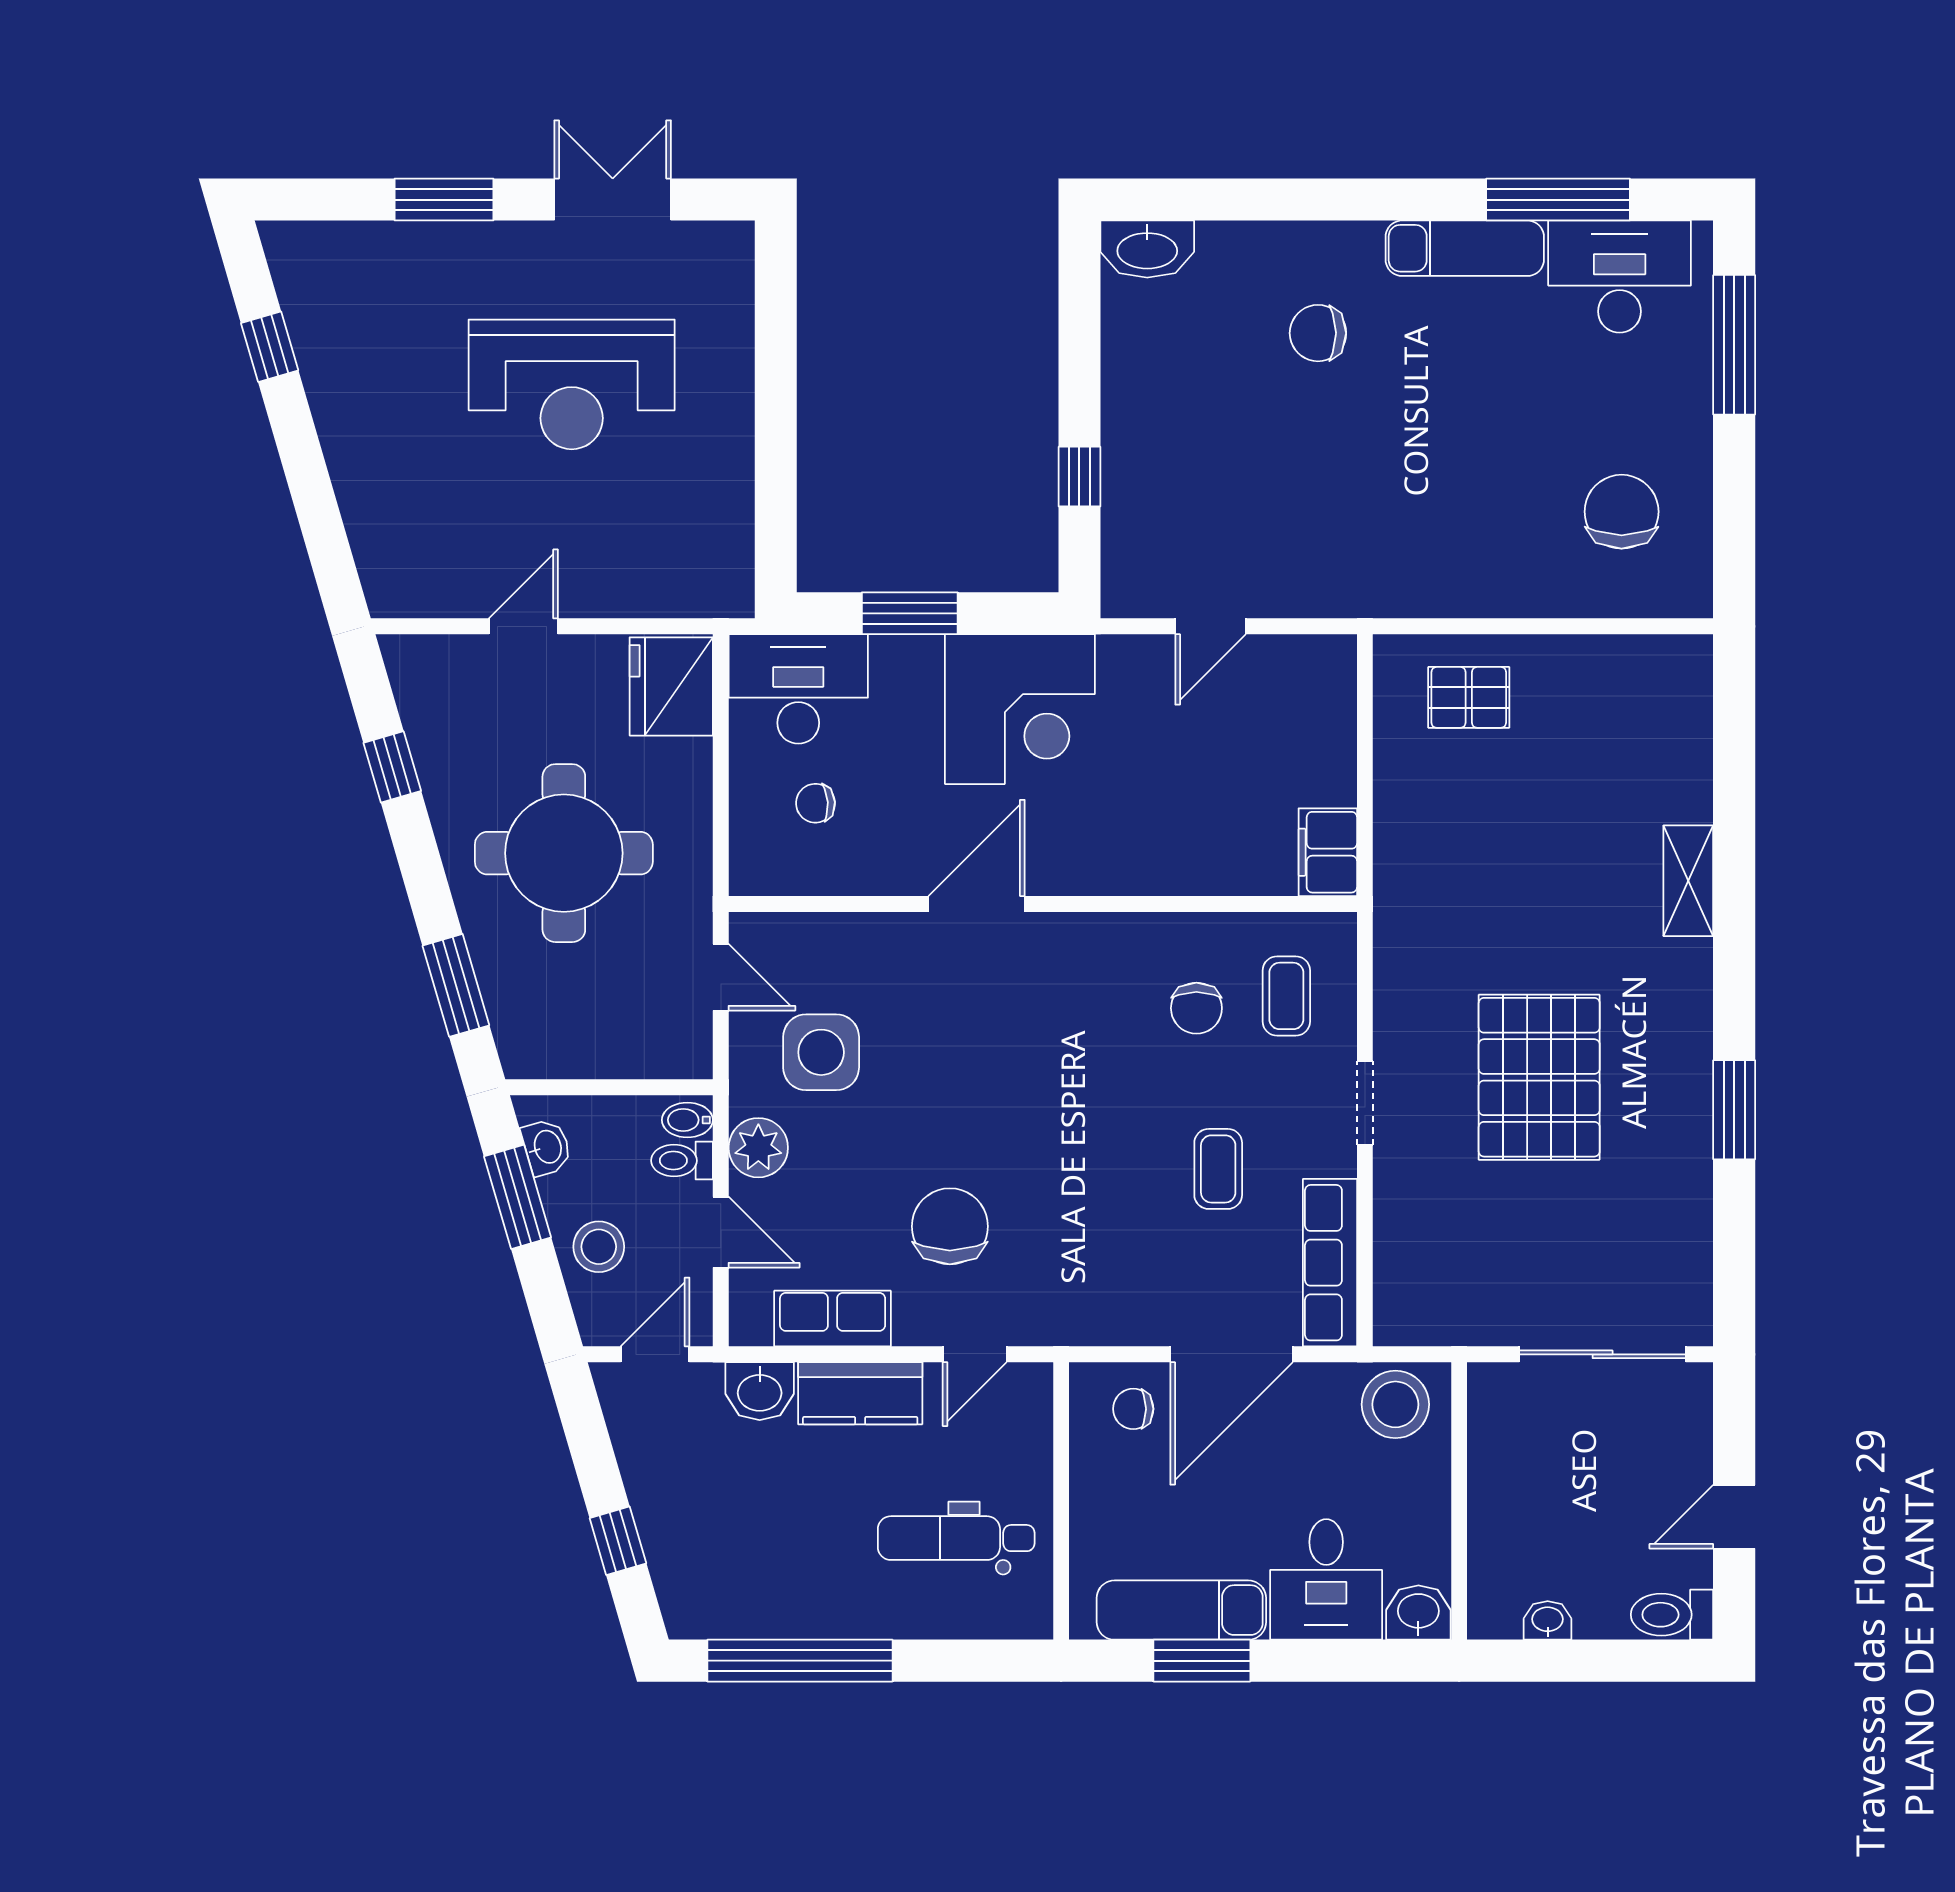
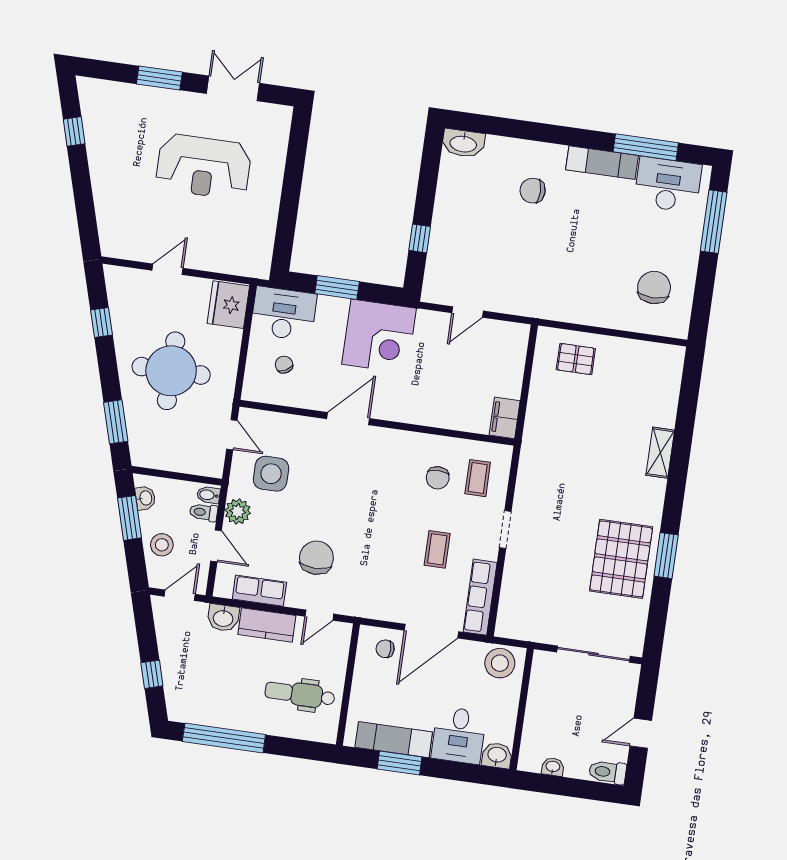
chair: (815, 803) -> (284, 365), turned 65
pallet: (1539, 1077) -> (621, 559), moved

